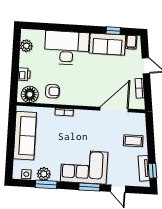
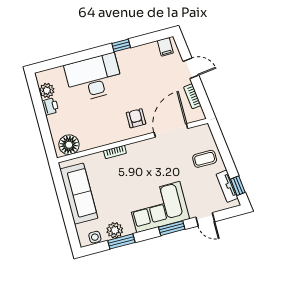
window: (113, 31) -> (121, 46), moved
sofa: (107, 44) -> (139, 58), removed
printer: (24, 74) -> (50, 106), moved
armchair: (52, 91) -> (136, 118), moved, turned -90

